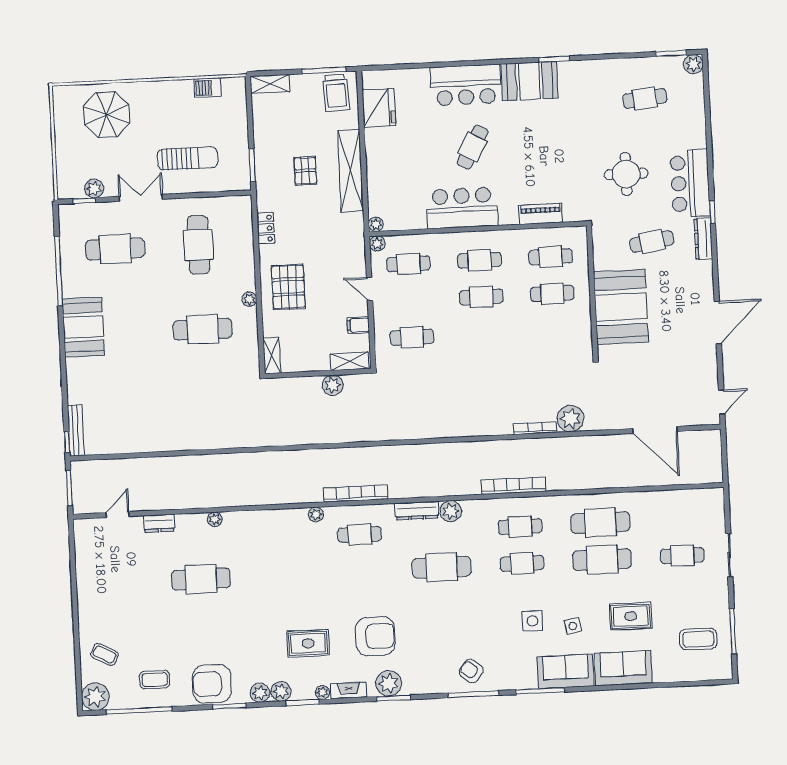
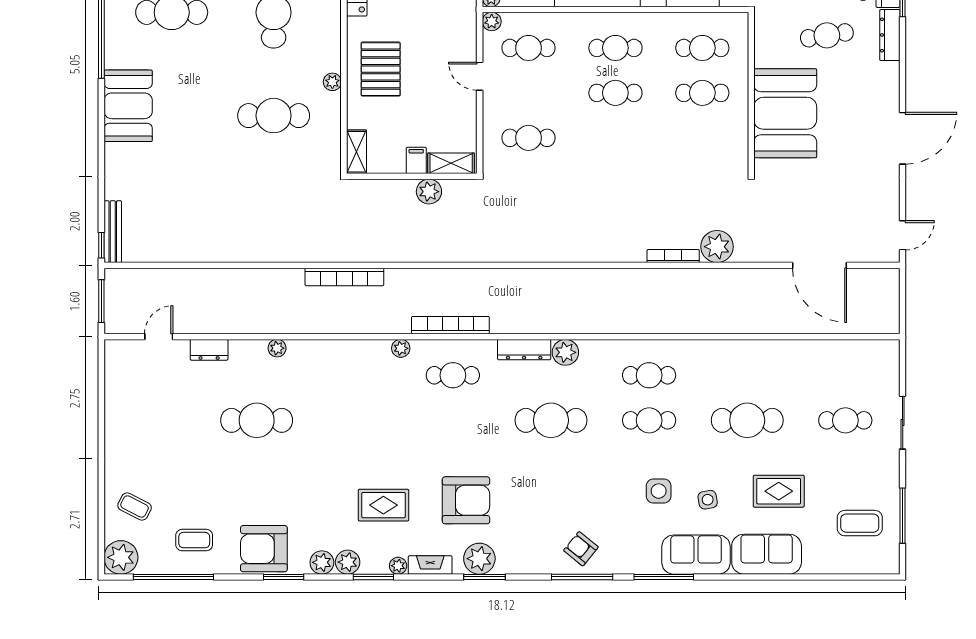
filing cabinet: (358, 325) -> (416, 160), moved, turned 90
bookcase: (513, 486) -> (344, 277), moved, turned 180
cafe table: (600, 523) -> (747, 375), removed

